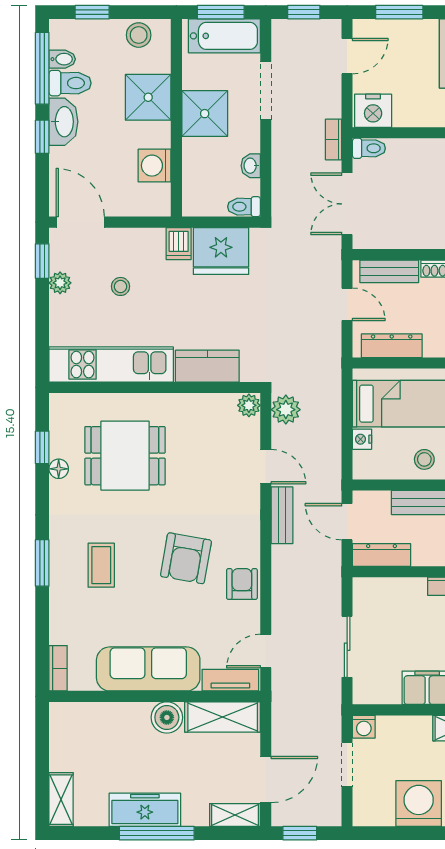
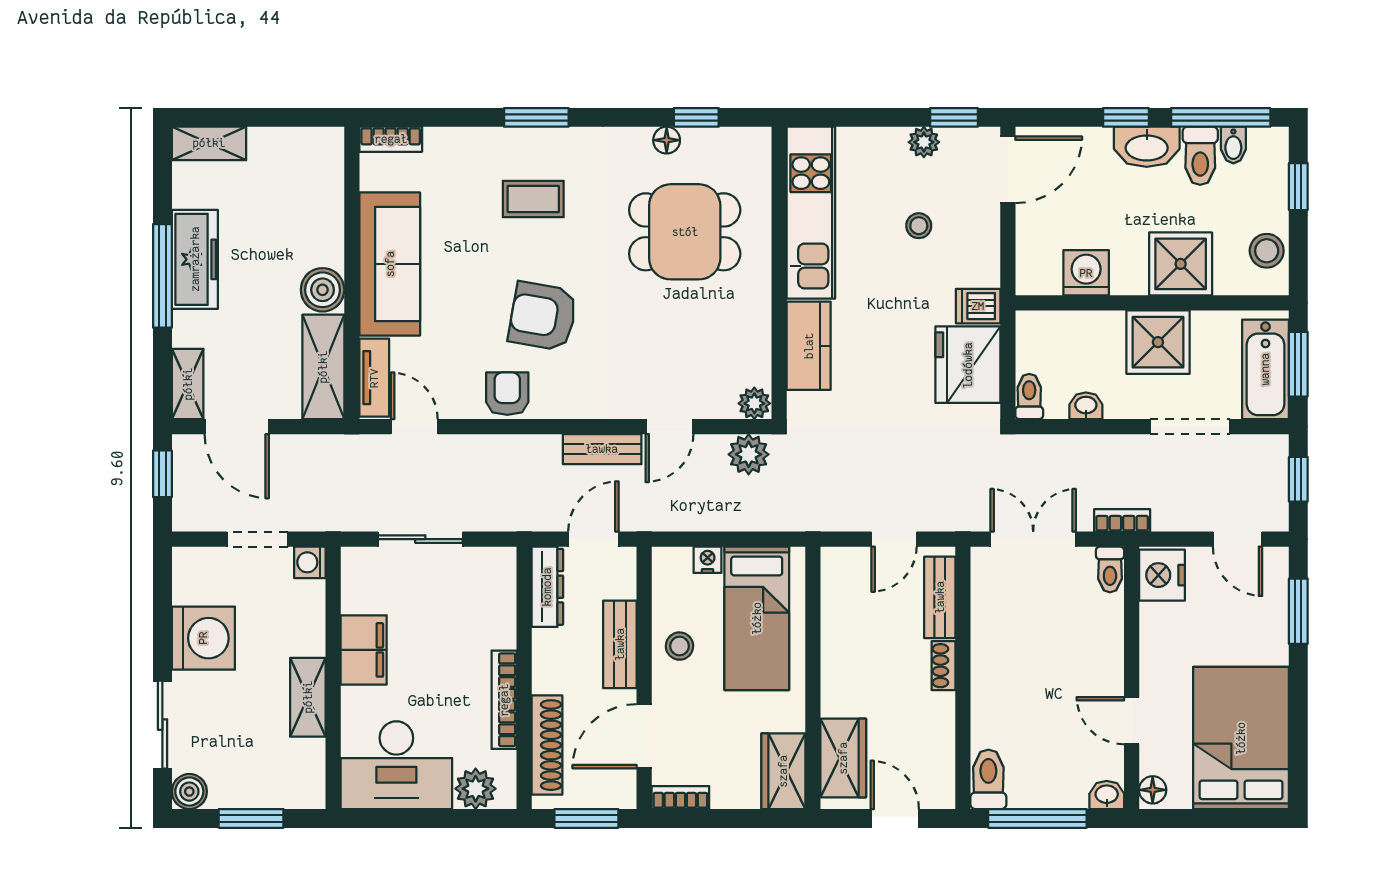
dresser: (392, 346) -> (837, 601), removed
dining table: (125, 456) -> (685, 232), turned 90
armchair: (242, 584) -> (507, 394), turned -90

